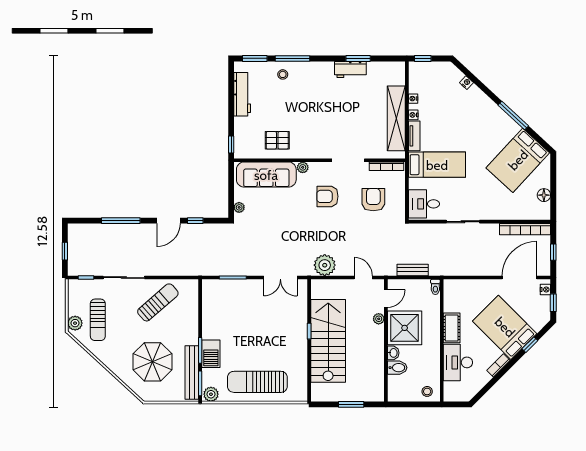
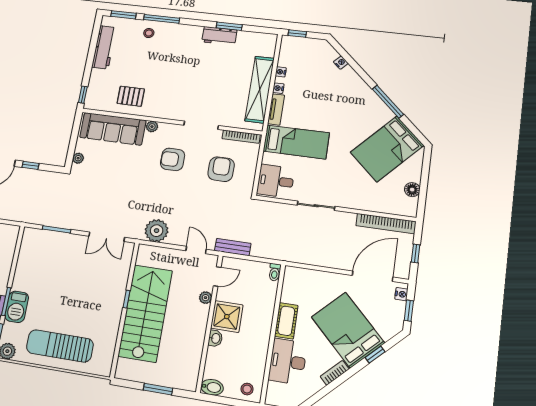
bench: (413, 270) -> (233, 247), moved
shower: (405, 328) -> (227, 317), width x0.73, depth x0.73
bidet: (397, 368) -> (212, 387), moved

